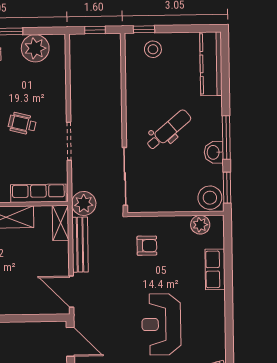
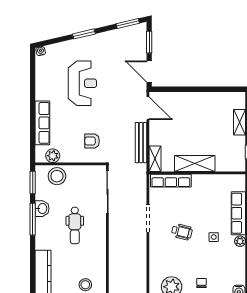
dental chair: (169, 130) -> (75, 225), turned -50
stool: (210, 198) -> (57, 176), moved
plant: (84, 203) -> (138, 173), removed
row of seats: (215, 269) -> (42, 123), width x1.48

